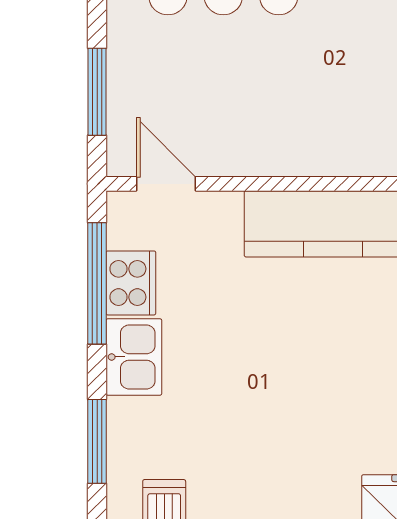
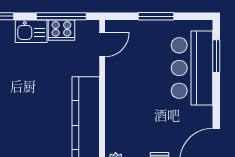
window: (97, 92) -> (156, 16), moved

